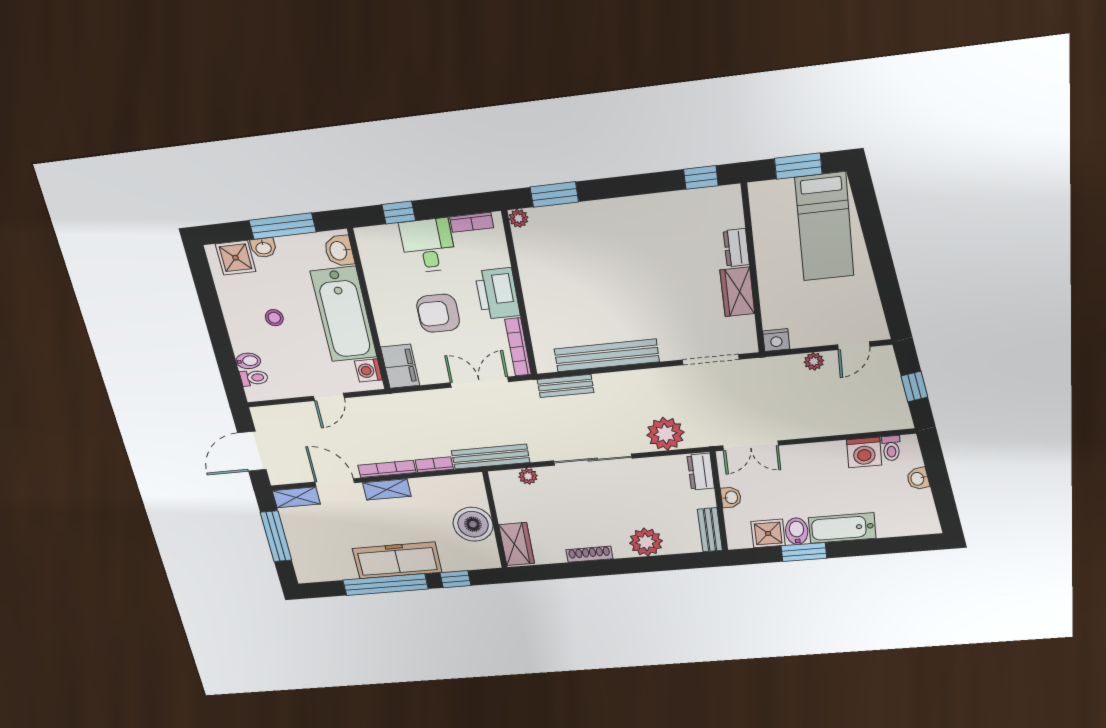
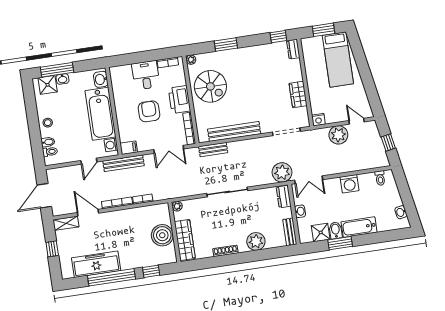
window: (554, 194) -> (226, 44), moved
window: (399, 213) -> (132, 58), removed
window: (283, 226) -> (57, 70), moved
dresser: (736, 248) -> (293, 49), moved
spiral stairs: (559, 271) -> (210, 86), added
armchair: (438, 313) -> (149, 111), turned 90
stool: (274, 318) -> (48, 123), moved
door: (854, 346) -> (357, 121), swing flipped
plant: (814, 361) -> (338, 135), width x1.87, depth x1.87
filing cabinet: (400, 366) -> (129, 148), width x0.50
double door: (479, 382) -> (169, 149), swing flipped
plant: (665, 434) -> (282, 172), moved
washing machine: (864, 452) -> (349, 184), moved
bench: (491, 457) -> (123, 163), moved
plant: (528, 476) -> (177, 206), moved
washbasin: (918, 479) -> (401, 212), moved
shelving: (387, 489) -> (116, 216), removed
window: (276, 536) -> (52, 249), width x0.46
wardrobe: (517, 544) -> (185, 240), width x1.50
freezer: (397, 560) -> (96, 264), moved

